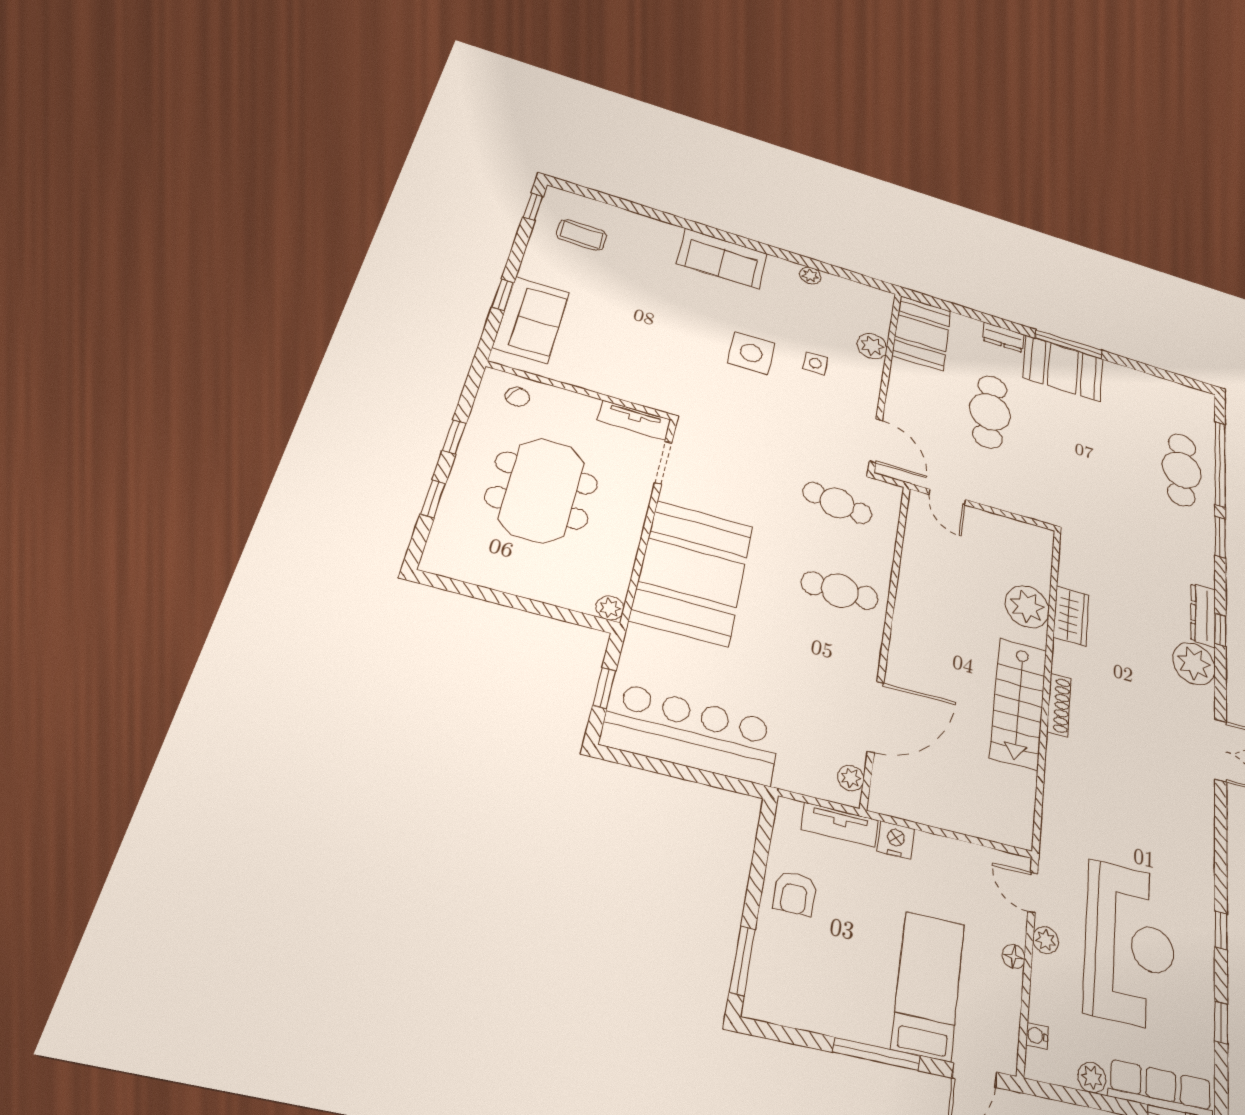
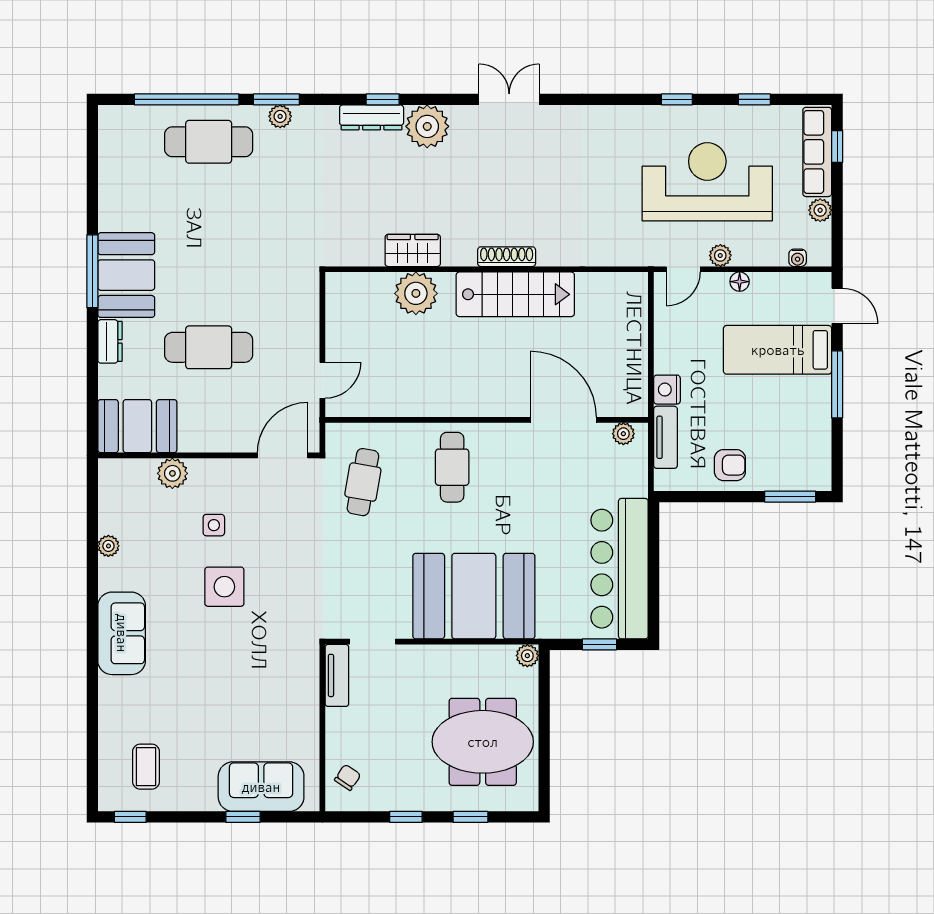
meeting table: (542, 490) -> (483, 742), moved
plant: (1204, 535) -> (280, 116), added

